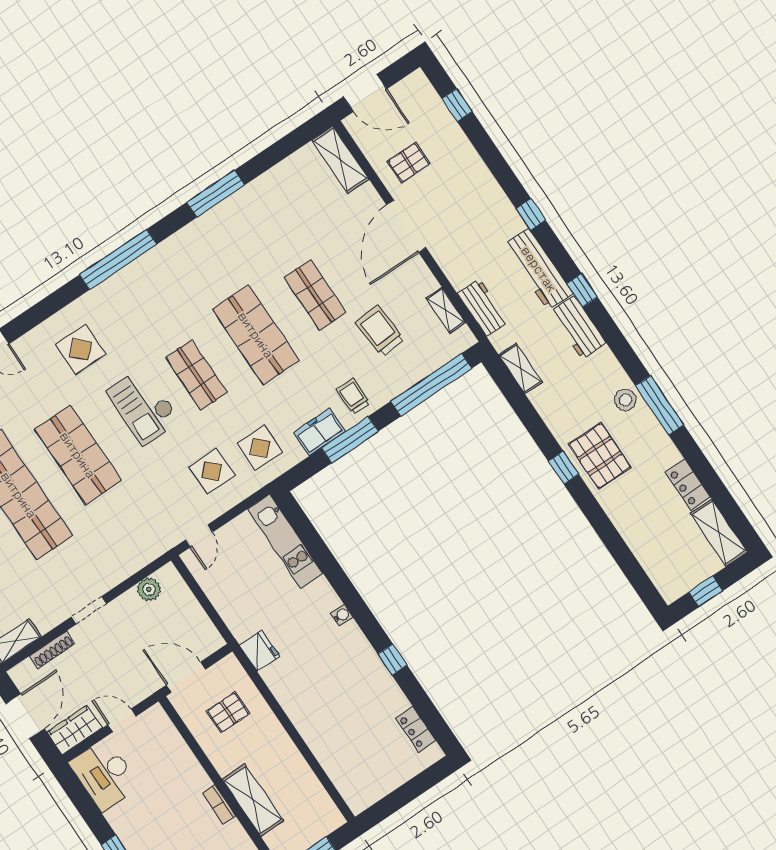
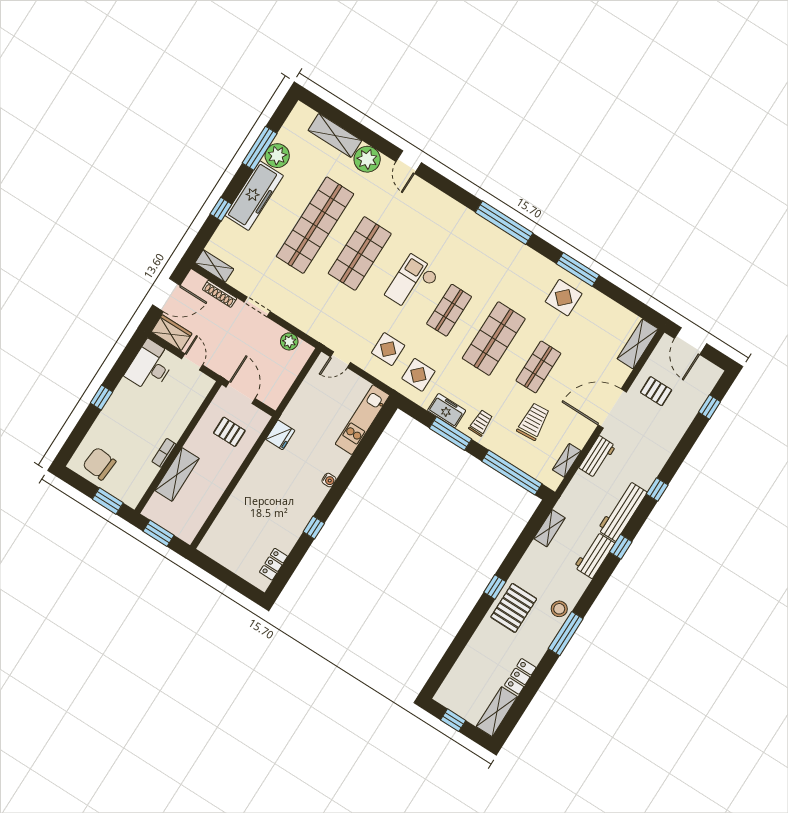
workbench: (483, 308) -> (597, 457), moved
display table: (81, 349) -> (564, 298), moved

